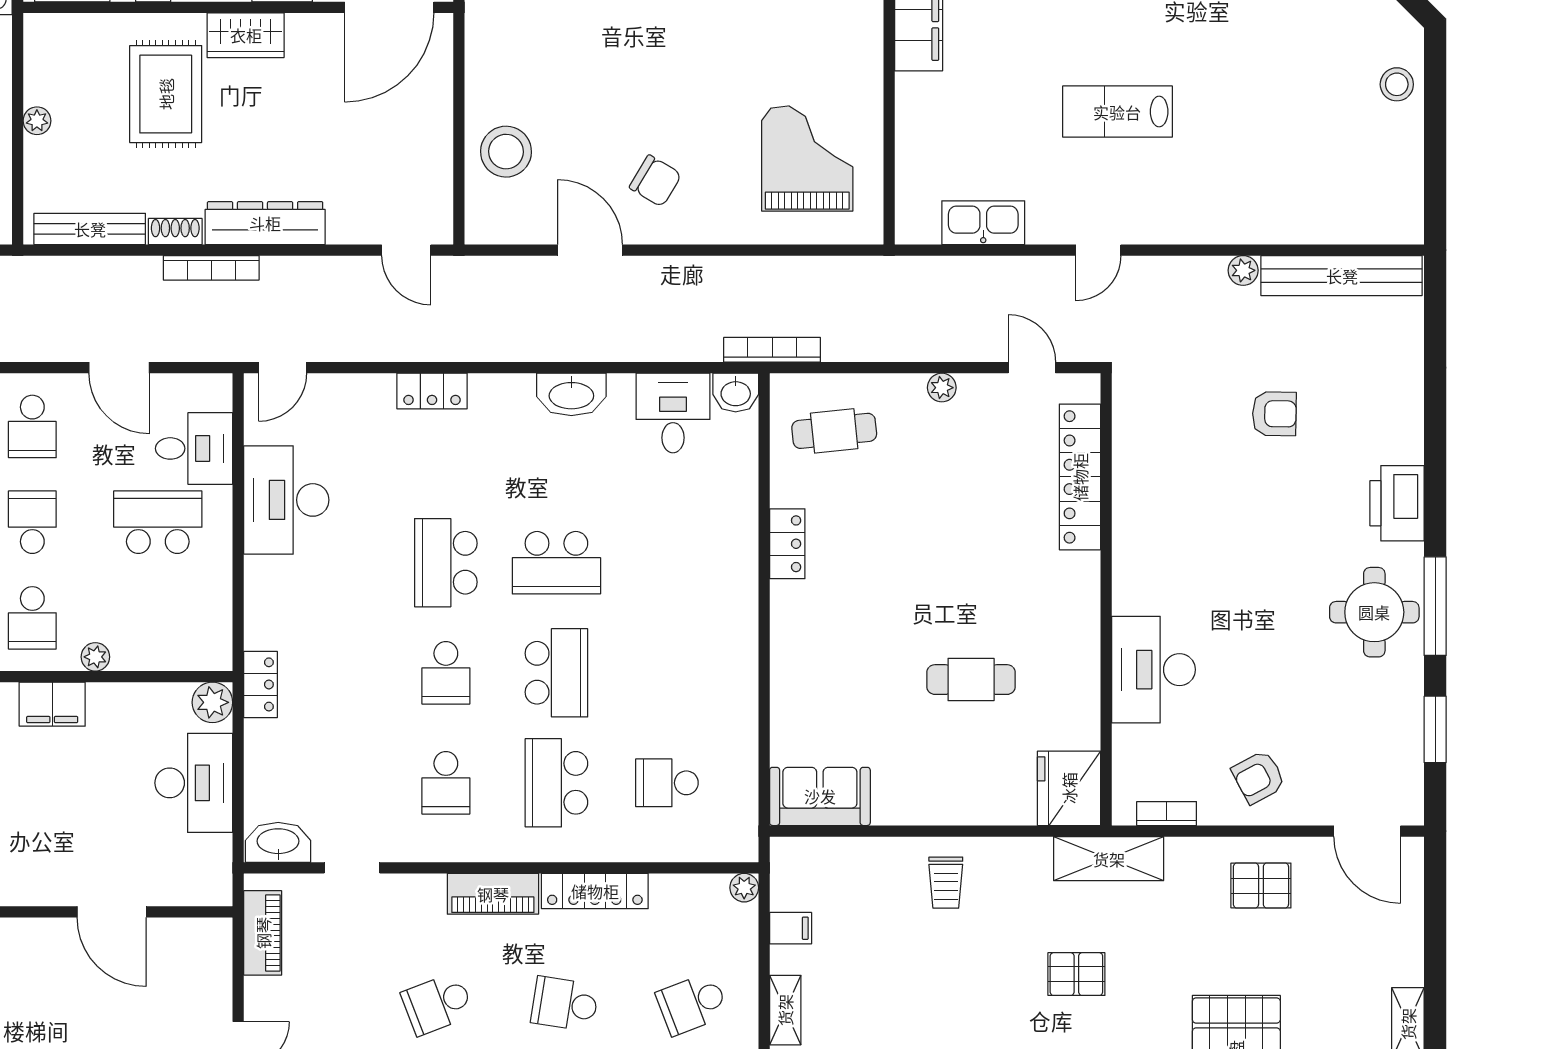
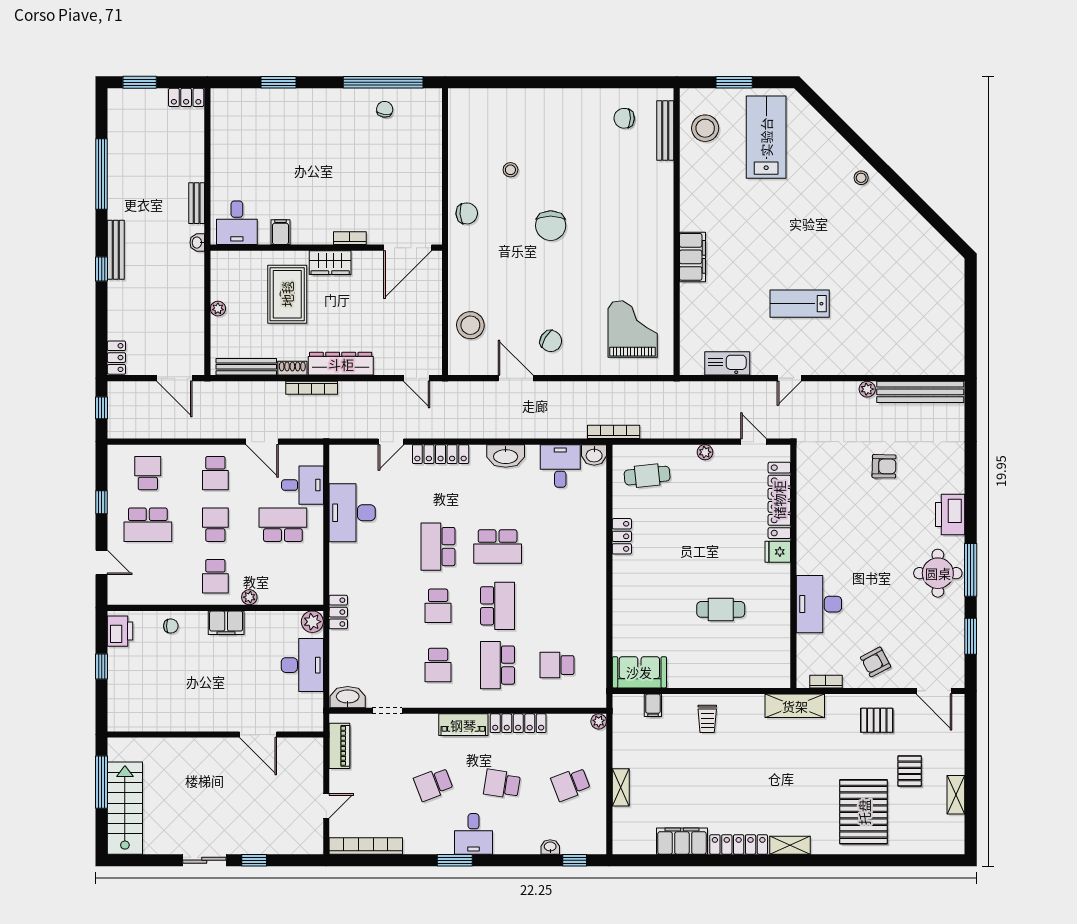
stool: (1397, 84) -> (950, 289), removed
door: (283, 368) -> (391, 442), moved
locker: (432, 391) -> (441, 454), width x1.53
fridge: (1069, 788) -> (778, 552), moved, width x0.53, depth x0.75
filing cabinet: (791, 928) -> (653, 705), moved, turned 90
pallet: (1076, 974) -> (910, 771), moved, turned 90

